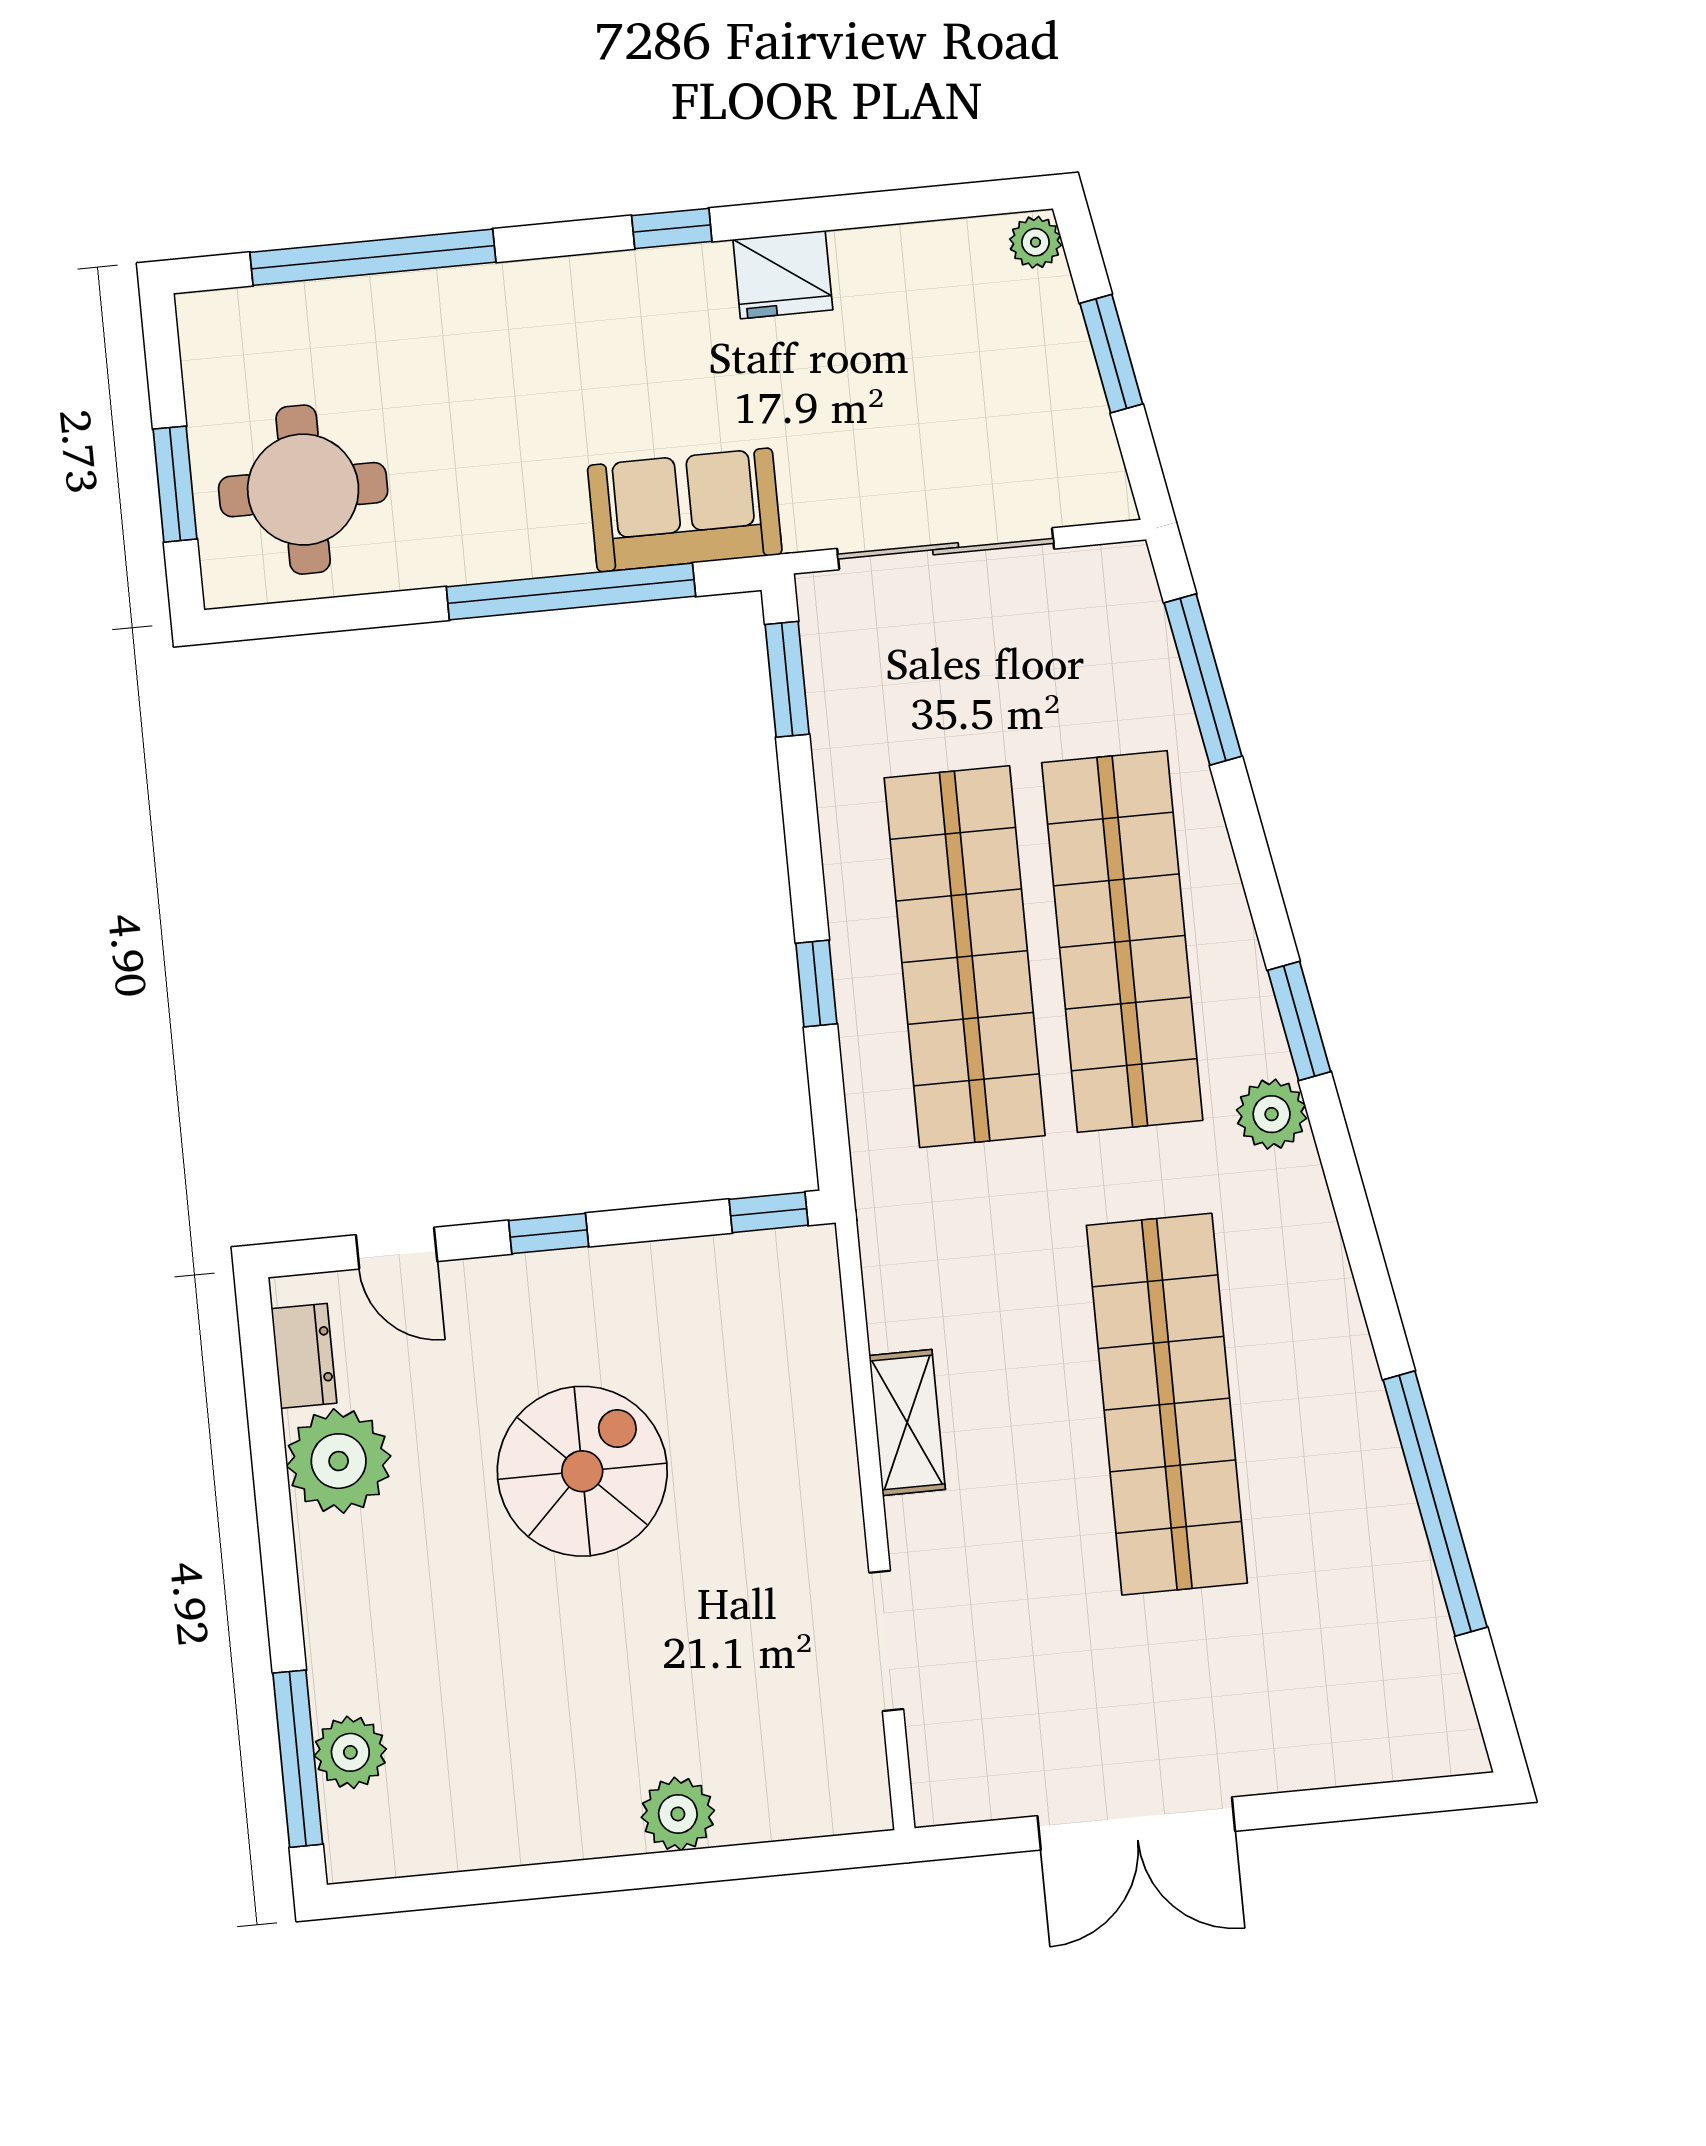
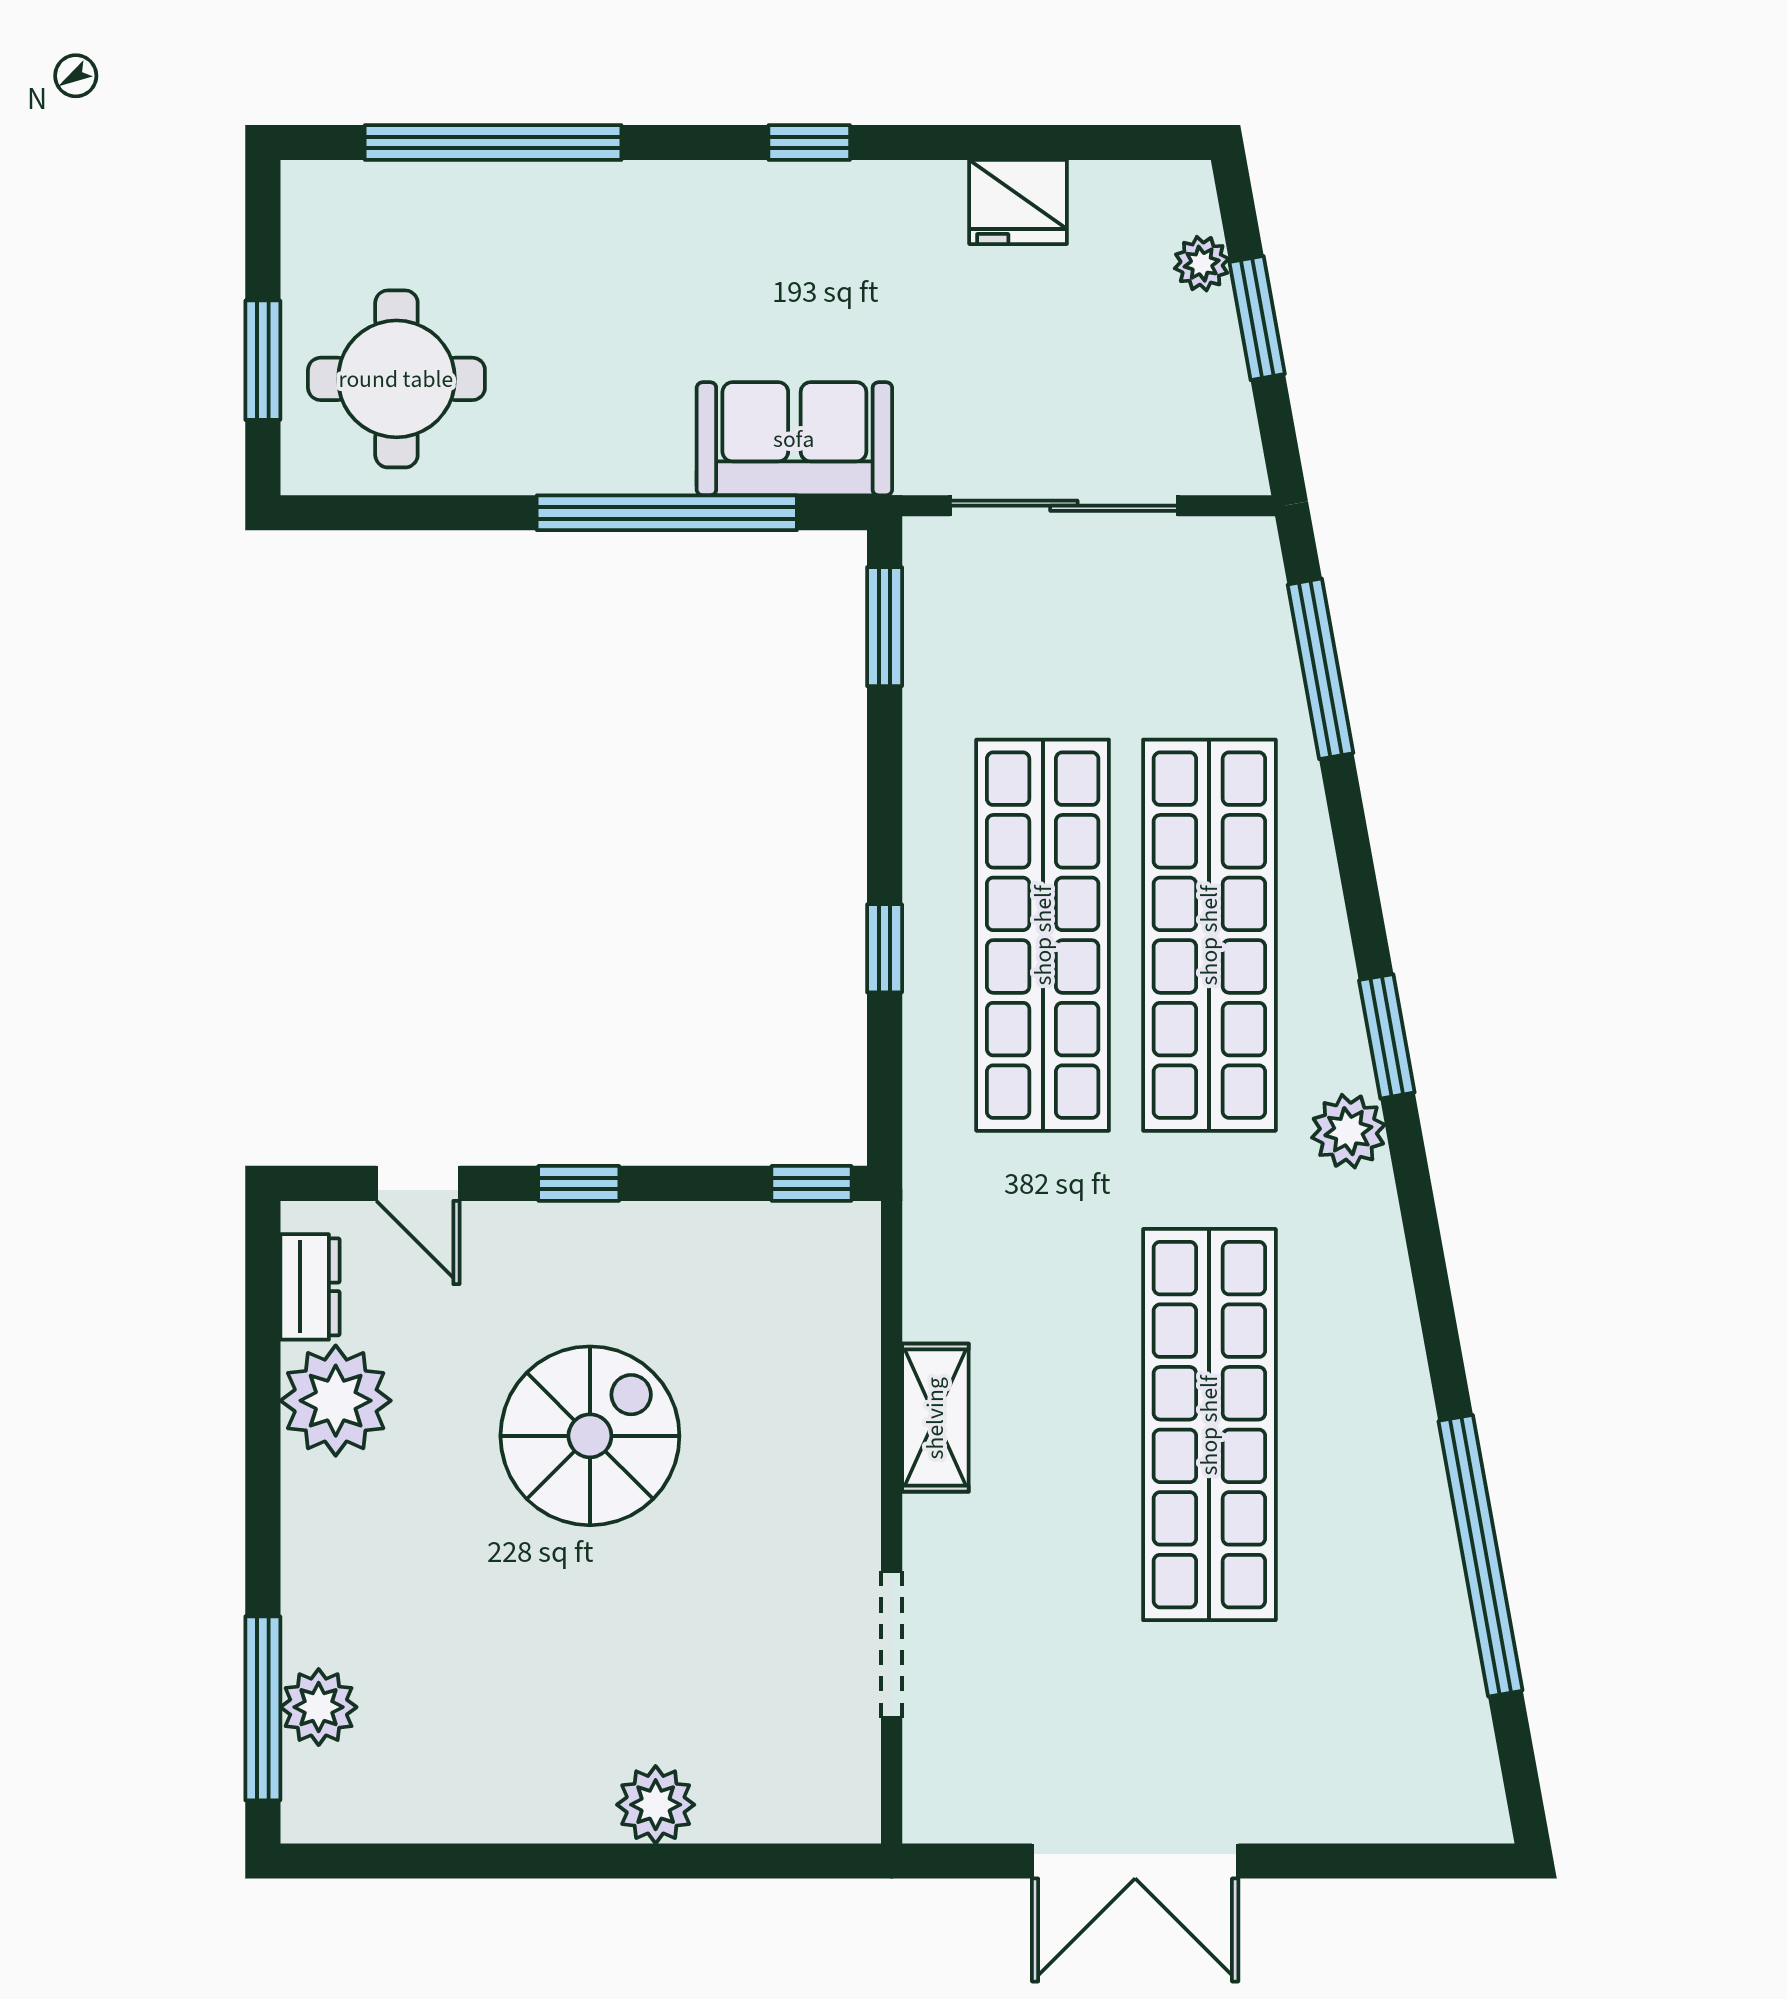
plant: (1035, 242) -> (1202, 264), moved
fridge: (783, 275) -> (1018, 202), moved

